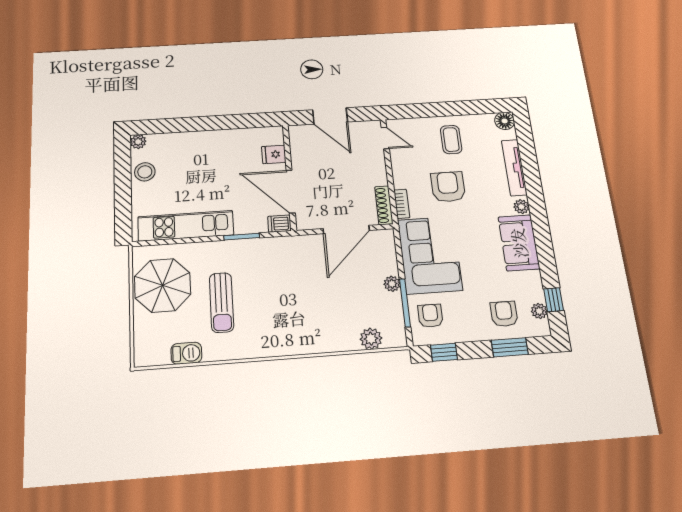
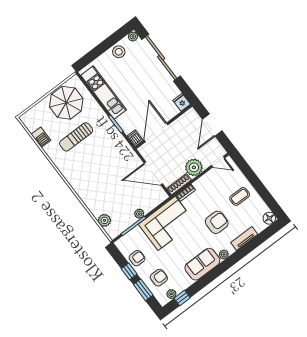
sliding door: (193, 124) -> (161, 58), added
door: (385, 138) -> (218, 162), hinge flipped
fridge: (274, 154) -> (182, 102), moved
tv unit: (514, 168) -> (244, 238), width x0.71
plant: (373, 172) -> (194, 167), added
armchair: (448, 187) -> (217, 222), moved
armchair: (430, 316) -> (137, 258), moved
window: (444, 352) -> (129, 271), moved

